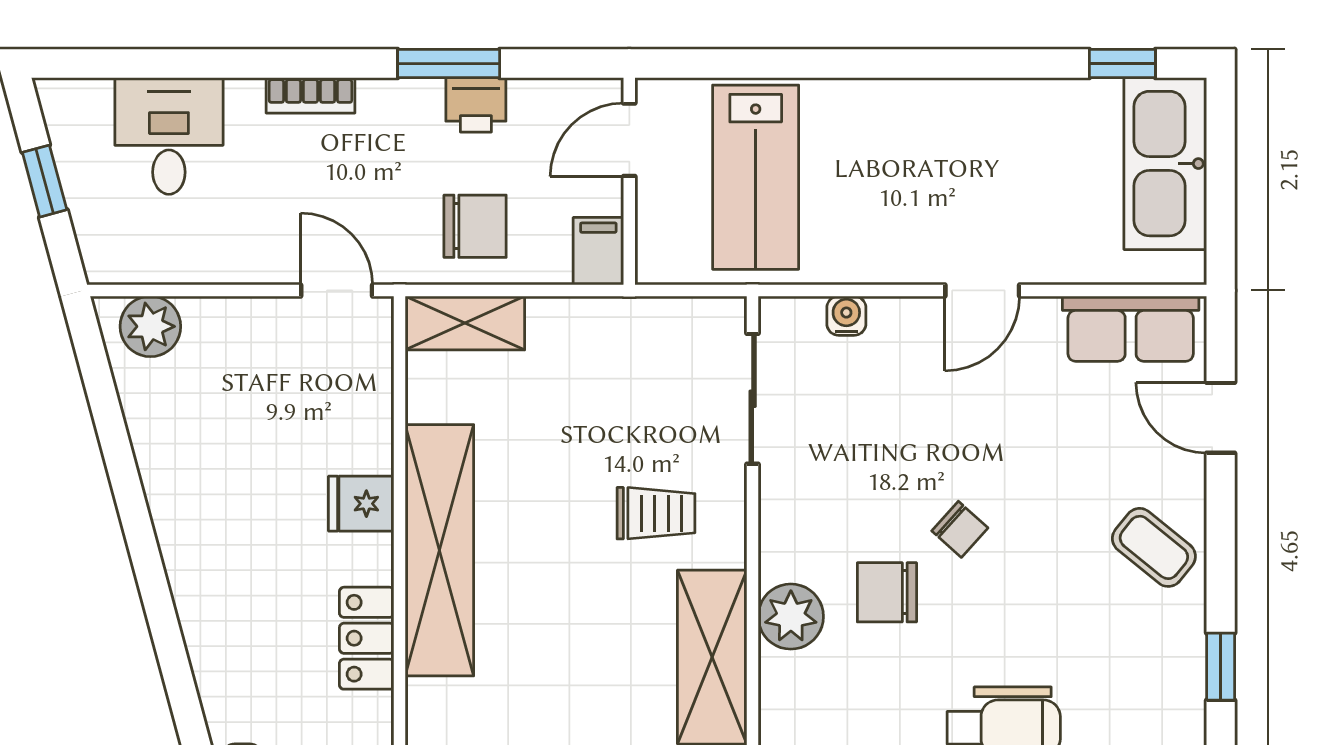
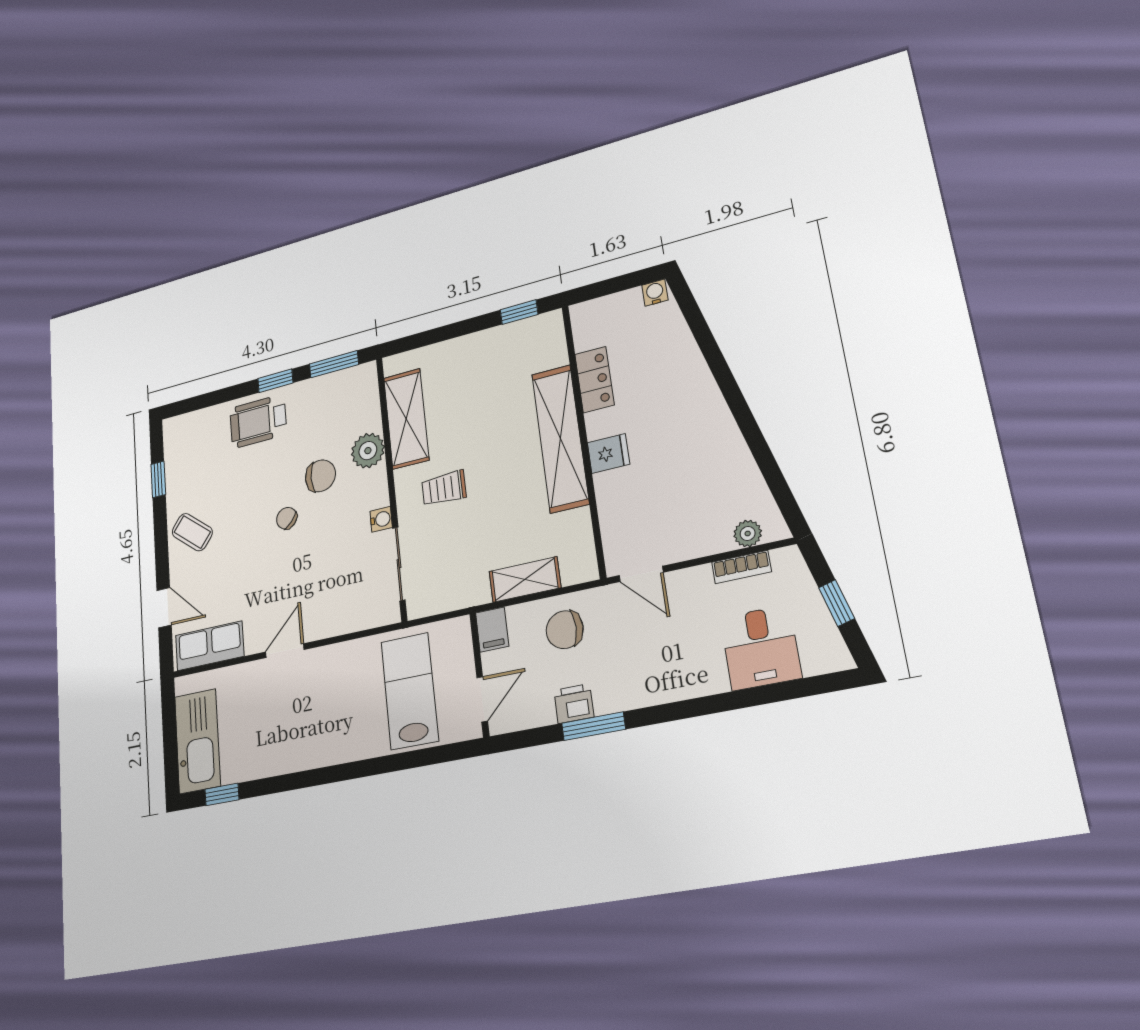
bookcase: (310, 95) -> (741, 567), moved, turned 180
water cooler: (846, 316) -> (381, 519), moved, turned -90
shelving: (465, 323) -> (525, 580), moved
plant: (150, 326) -> (748, 534), width x0.73, depth x0.73

